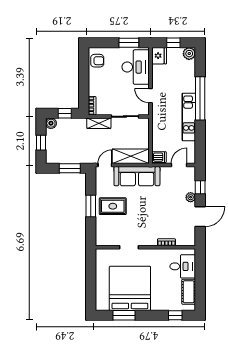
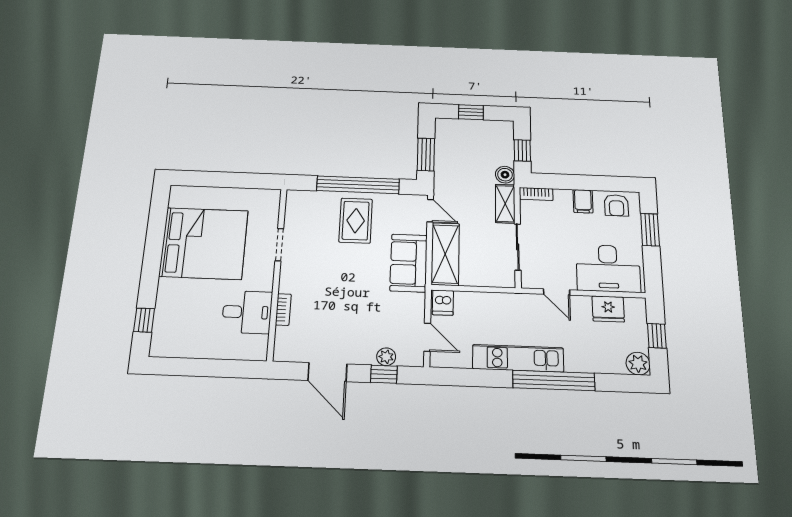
window: (129, 43) -> (650, 230), moved
fridge: (159, 56) -> (608, 309), moved
filing cabinet: (96, 79) -> (583, 201), added
door: (151, 96) -> (557, 292), swing flipped
boiler: (51, 123) -> (505, 175), moved
sofa: (137, 176) -> (409, 263), width x0.73
plant: (191, 197) -> (386, 357), moved
window: (91, 206) -> (358, 185), width x2.11
desk: (183, 266) -> (247, 312), moved, turned -90
cot: (189, 292) -> (186, 346), removed
window: (124, 315) -> (156, 232), removed

